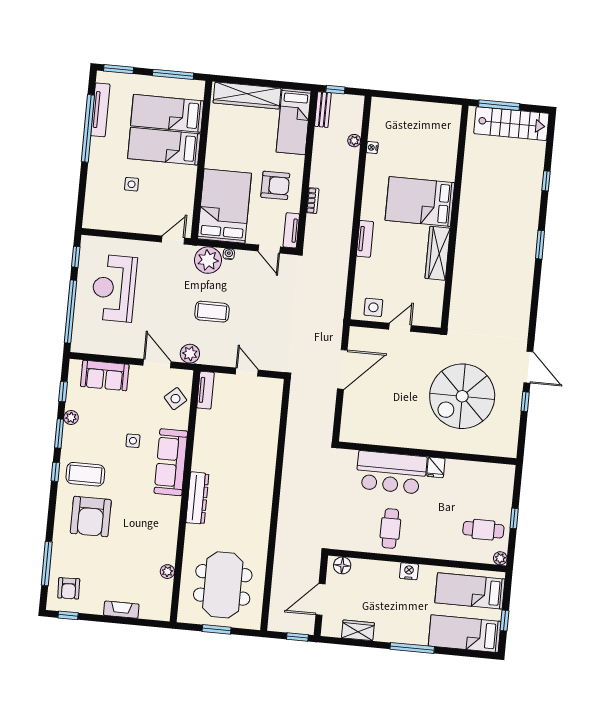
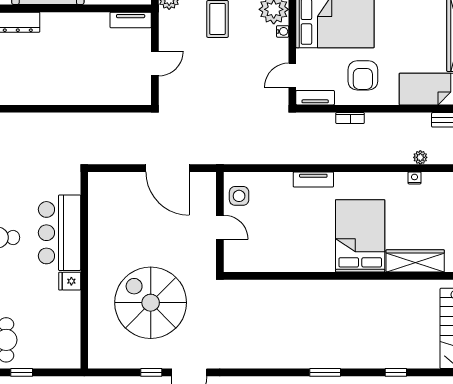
wardrobe: (438, 253) -> (415, 261), moved

